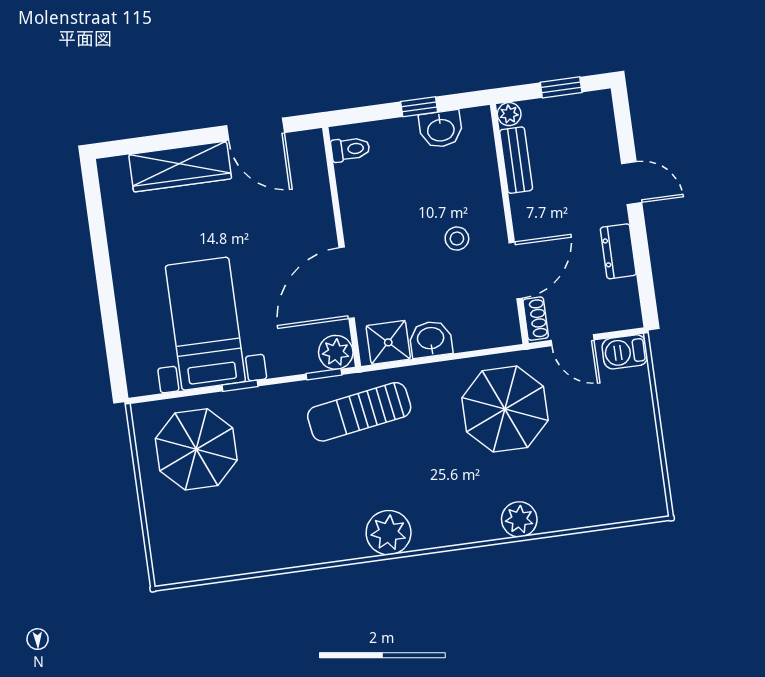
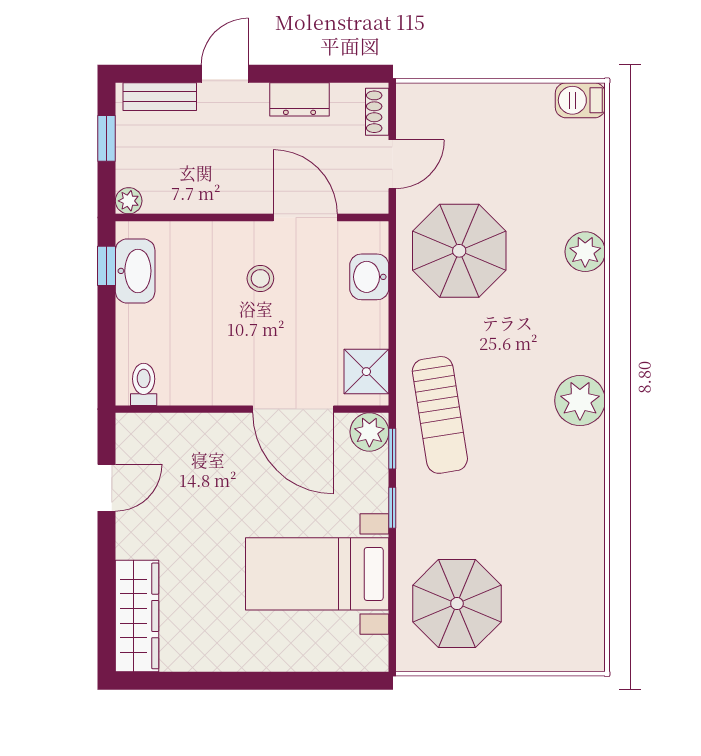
window: (419, 107) -> (107, 266), moved
door: (256, 129) -> (107, 488), width x0.73
washbasin: (441, 129) -> (135, 271), width x1.38
bench: (516, 160) -> (160, 97), moved
wardrobe: (180, 167) -> (137, 616), moved
shoe rack: (536, 319) -> (377, 112), moved, turned -90
washbasin: (431, 339) -> (369, 277), moved
barbecue: (625, 352) -> (580, 100), moved, turned 90
window: (240, 386) -> (392, 508), moved

